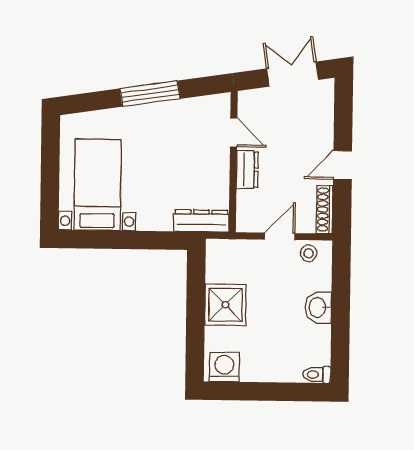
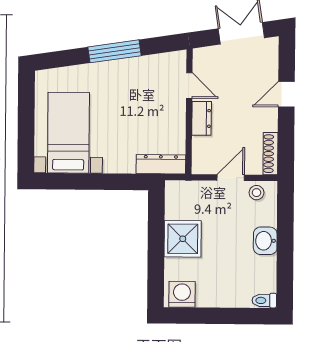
door: (343, 165) -> (286, 94), moved

